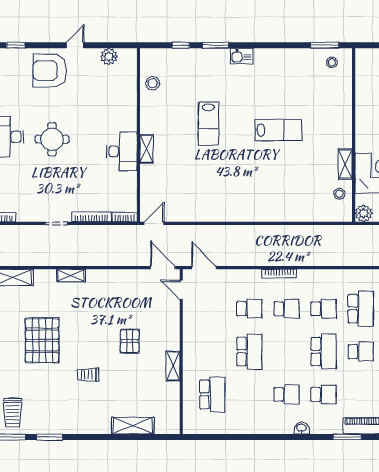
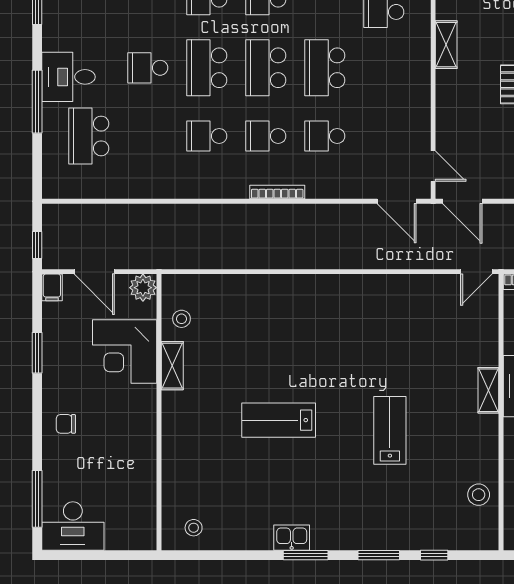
window: (325, 45) -> (306, 555), moved
kitchen sink: (241, 56) -> (292, 538), moved
school desk: (361, 309) -> (266, 68), moved

